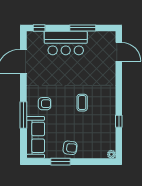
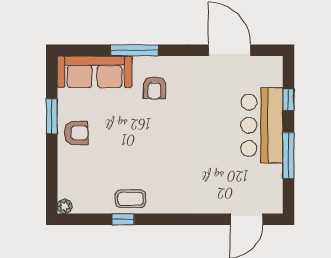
window: (39, 28) -> (288, 100), moved
coffee table: (82, 103) -> (130, 199), moved
armchair: (70, 148) -> (76, 133), turned -96

